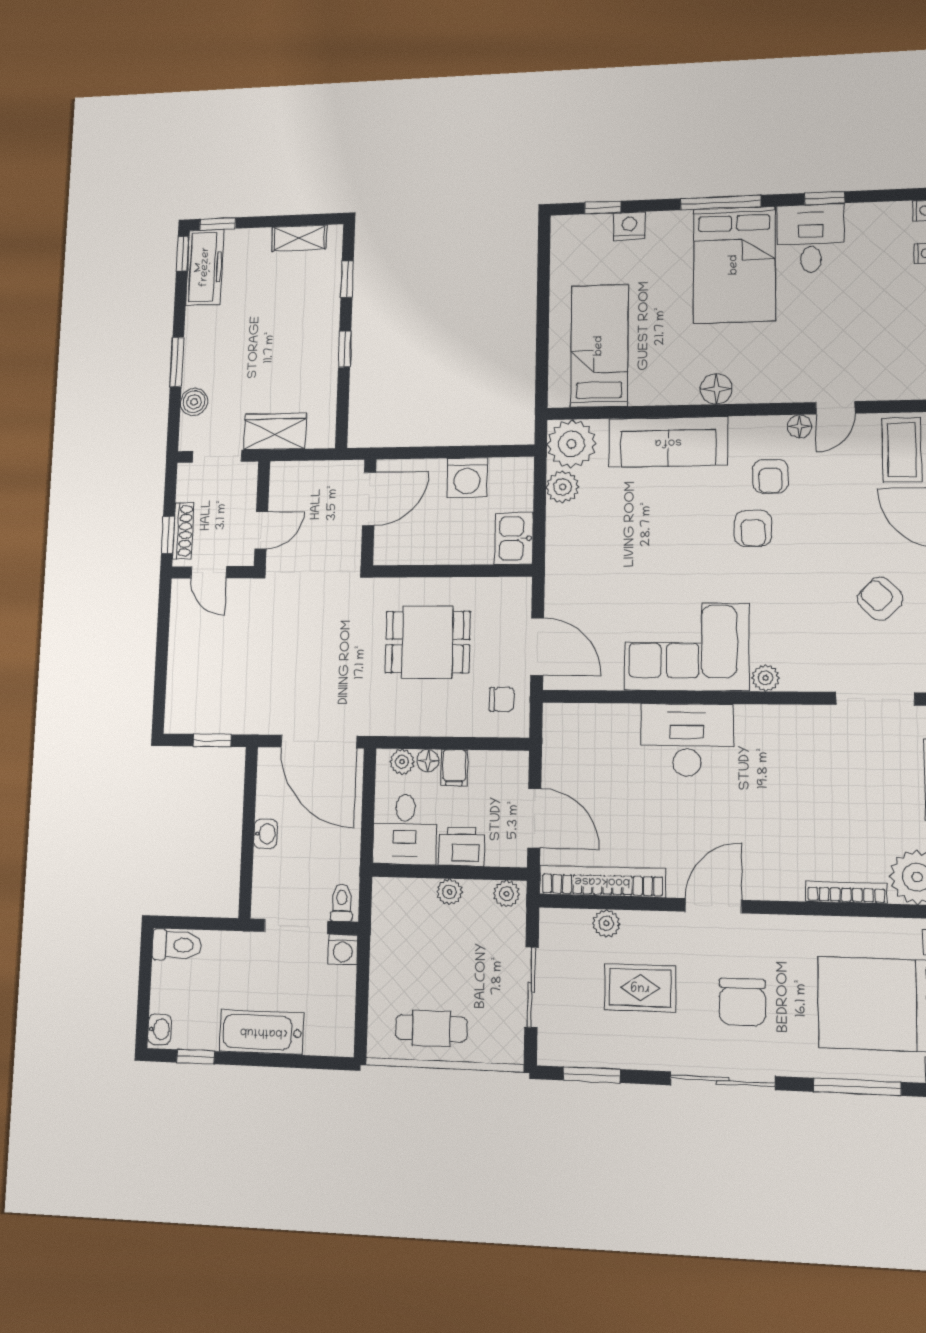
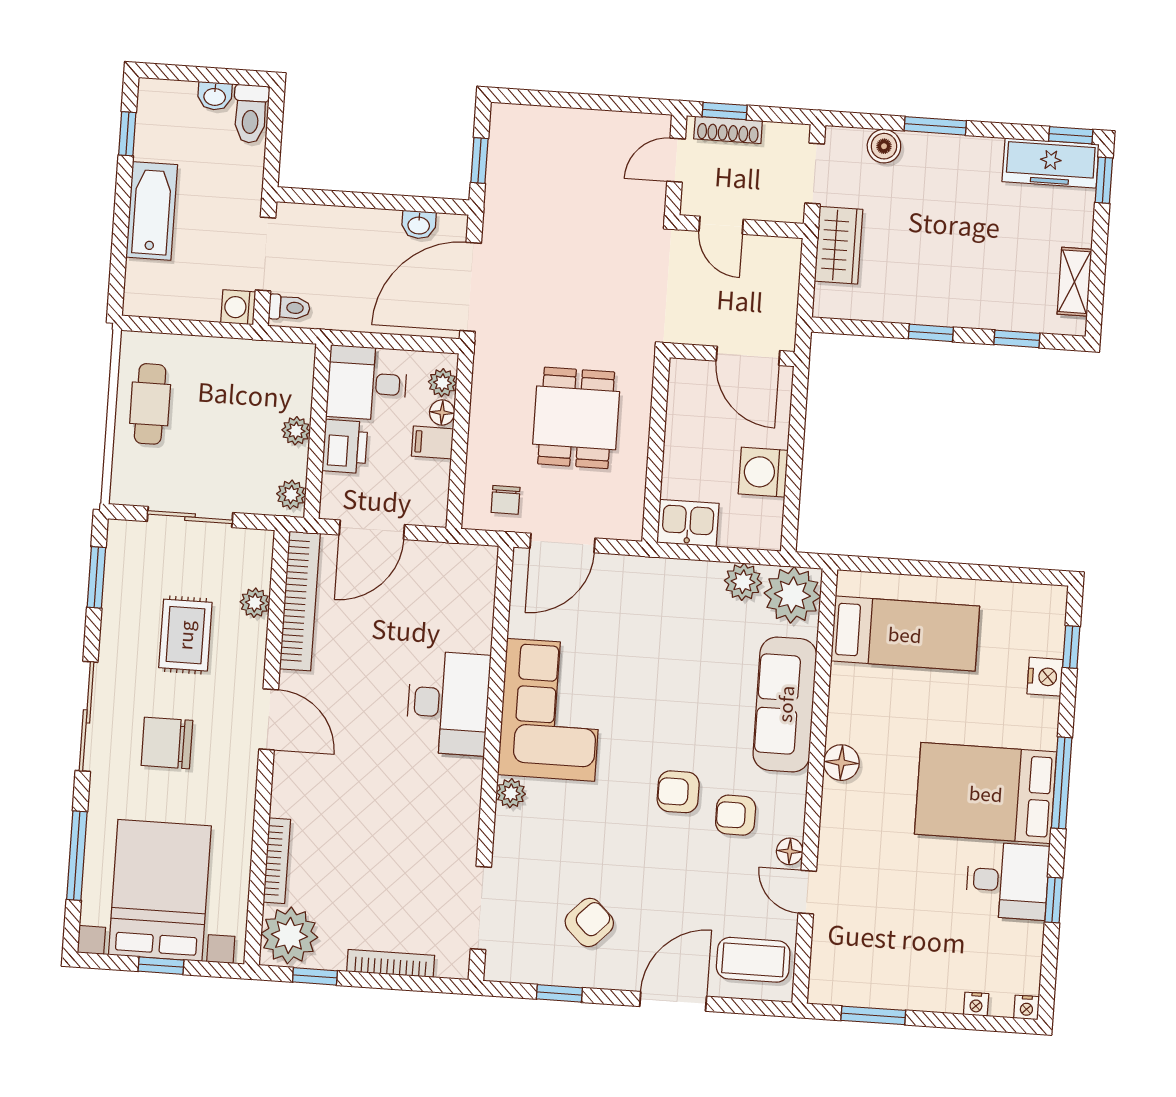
washbasin: (266, 834) -> (419, 225), moved
washbasin: (160, 1029) -> (215, 96), moved

